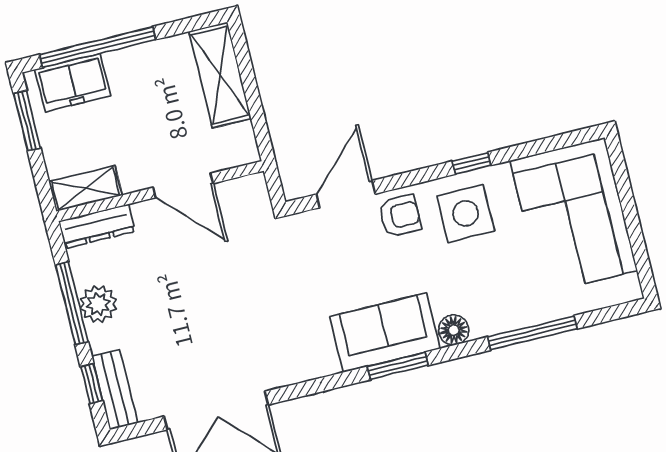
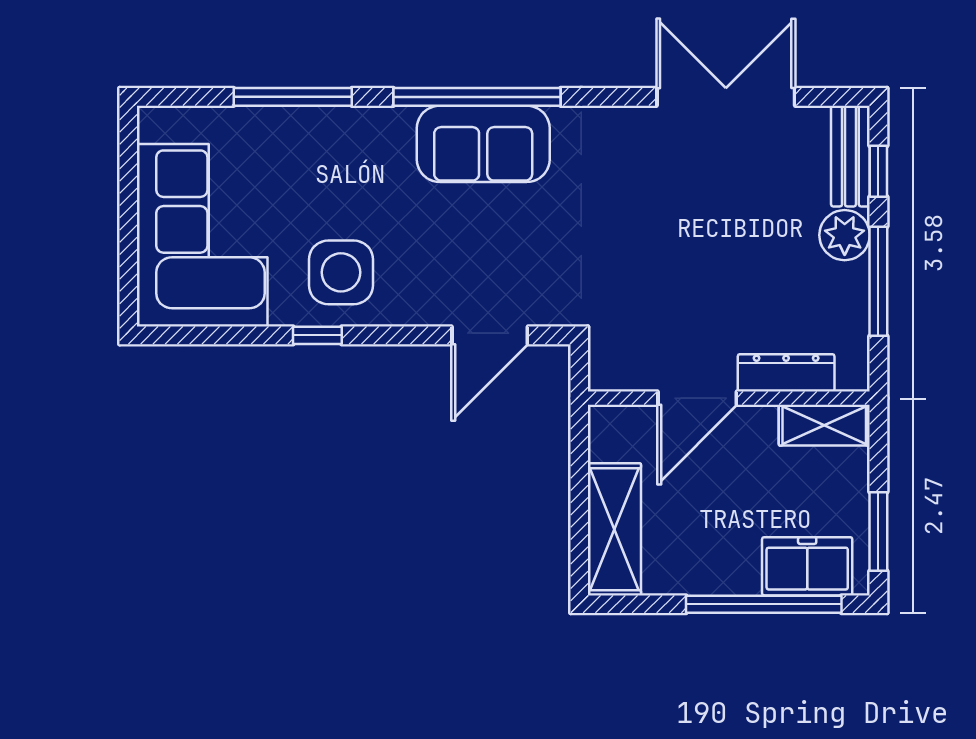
door: (183, 185) -> (697, 398), swing flipped
armchair: (400, 216) -> (427, 290), removed
dresser: (97, 226) -> (786, 373), moved
plant: (98, 304) -> (845, 235), moved
floor lamp: (454, 330) -> (393, 126), removed
window: (398, 366) -> (477, 97), width x2.11

